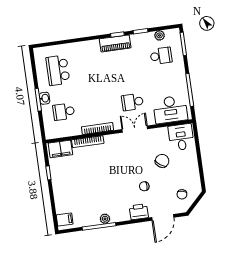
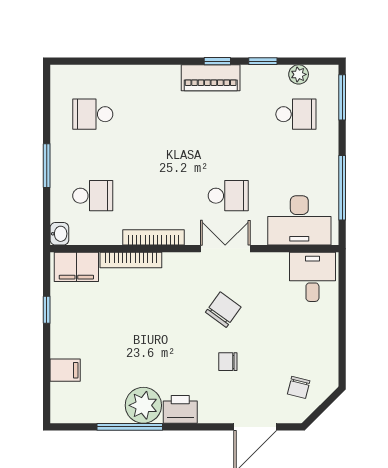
school desk: (58, 70) -> (93, 114), width x0.54
washbasin: (45, 98) -> (59, 234), moved
school desk: (132, 102) -> (228, 196), turned 180
school desk: (64, 112) -> (93, 196), turned 180
chair: (162, 161) -> (223, 310), moved
printer: (139, 212) -> (180, 409), moved
plant: (105, 219) -> (143, 405), width x1.88, depth x1.88
filing cabinet: (65, 220) -> (65, 370), moved

